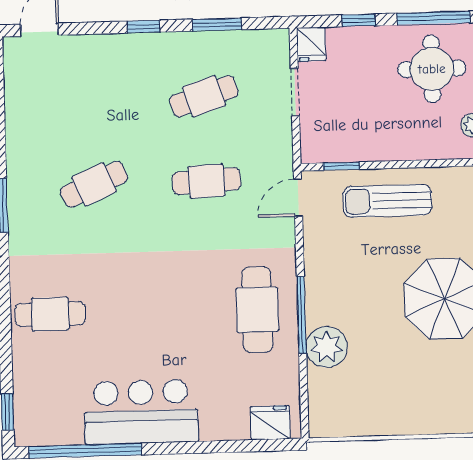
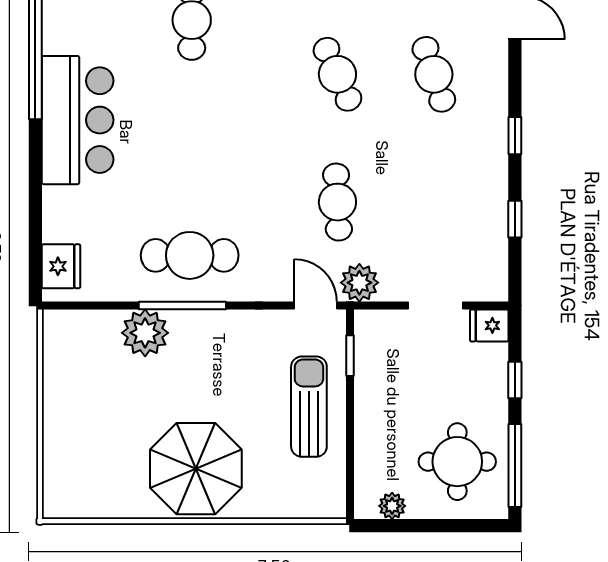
window: (217, 24) -> (515, 219), width x0.67
cafe table: (204, 96) -> (434, 74), moved
plant: (277, 160) -> (359, 283), added

